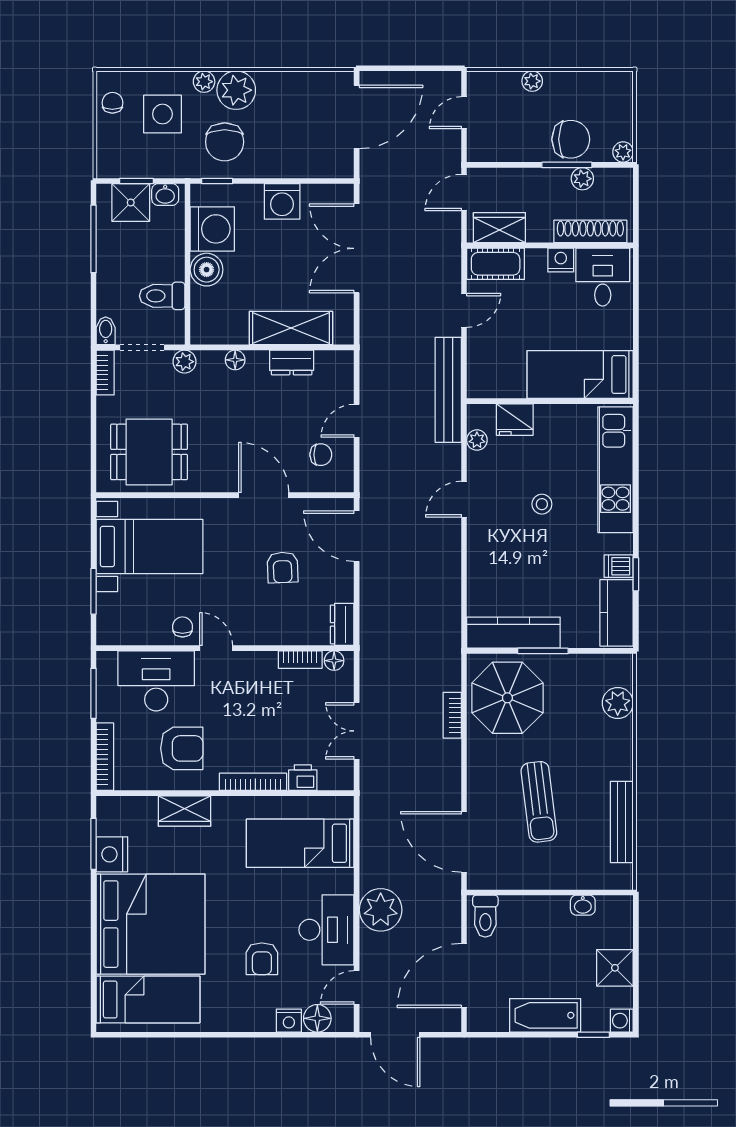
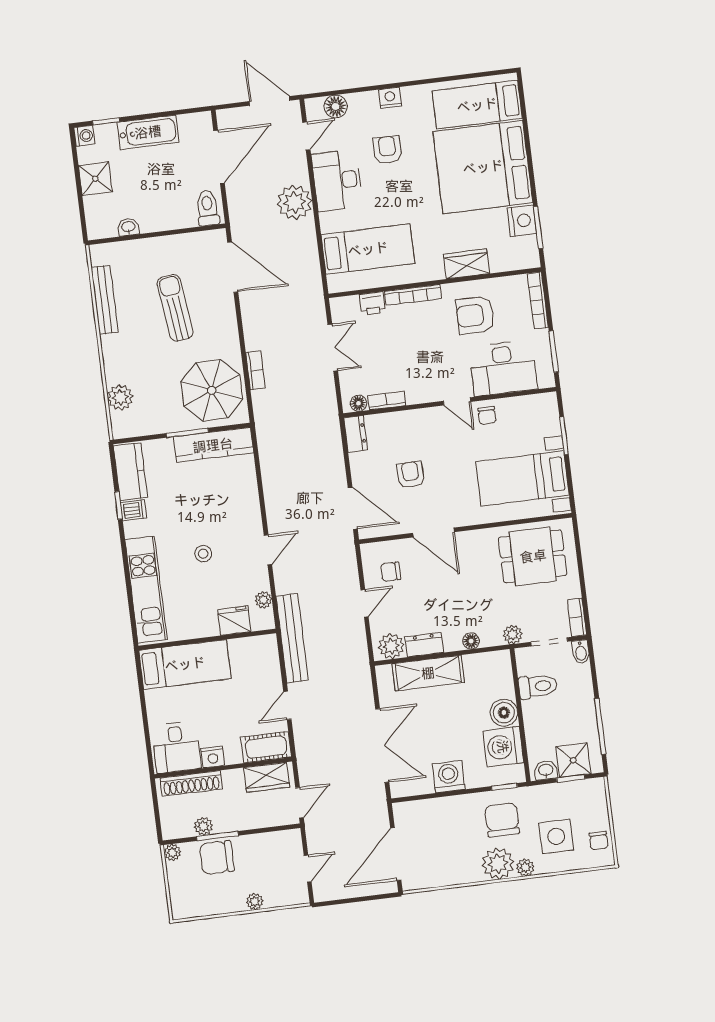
plant: (331, 366) -> (391, 646), added
nightstand: (289, 1021) -> (390, 98), moved

